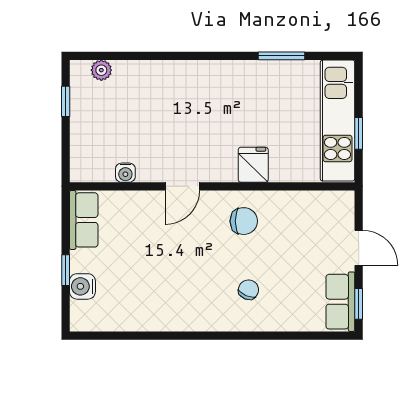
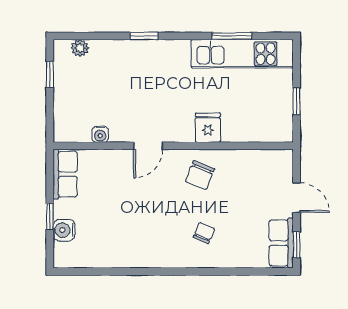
window: (177, 56) -> (144, 36), added
kitchen unit: (337, 121) -> (242, 54), moved, turned -90
chair: (244, 221) -> (200, 175), turned 112

